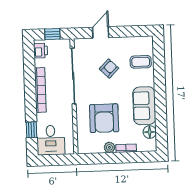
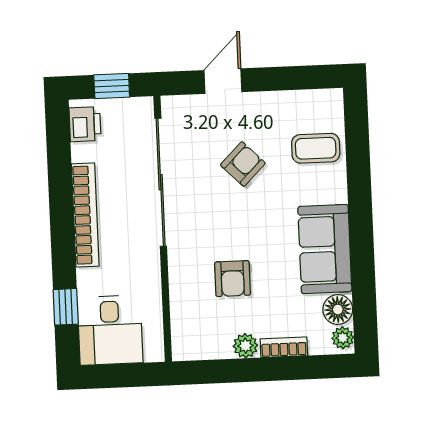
armchair: (104, 118) -> (233, 279), width x0.53, depth x0.53
plant: (152, 144) -> (343, 338), added

